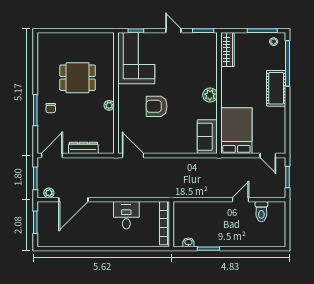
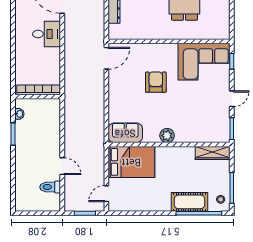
cot: (276, 88) -> (189, 202), moved
plant: (109, 105) -> (157, 34), removed
desk: (126, 215) -> (47, 34), moved

